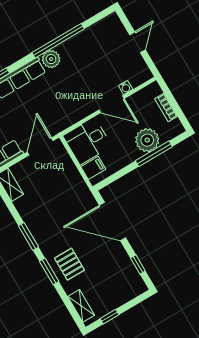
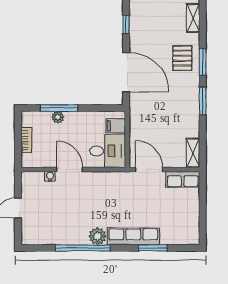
plant: (147, 140) -> (58, 117), width x0.53, depth x0.53
door: (40, 146) -> (149, 169), swing flipped

